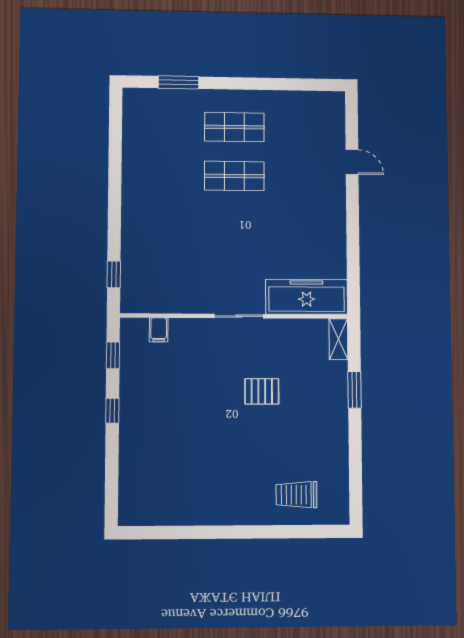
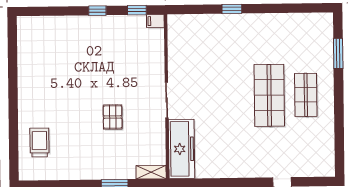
shop shelf: (234, 176) -> (269, 95), width x1.43, depth x1.36
window: (114, 274) -> (232, 9), moved
filing cabinet: (159, 330) -> (155, 21), moved

